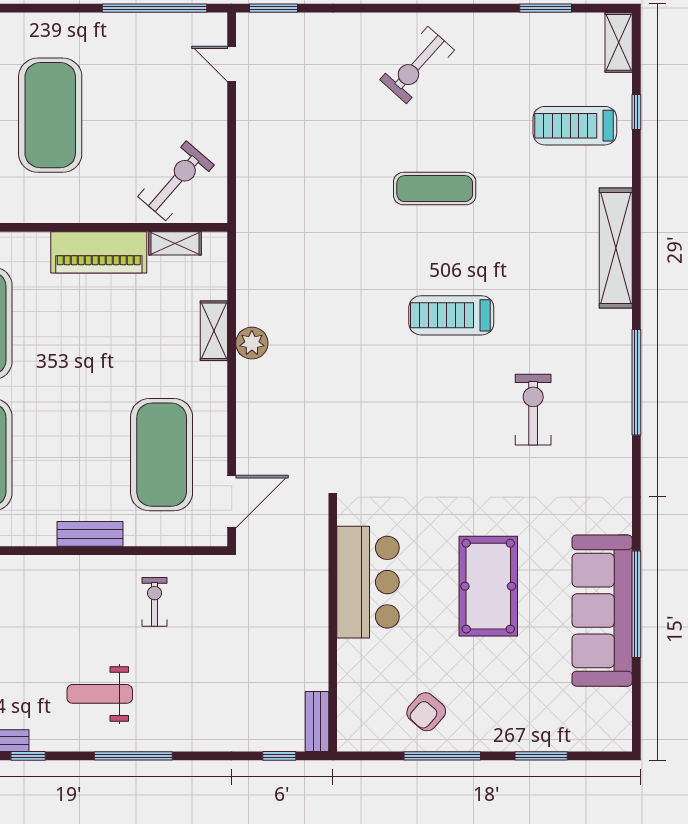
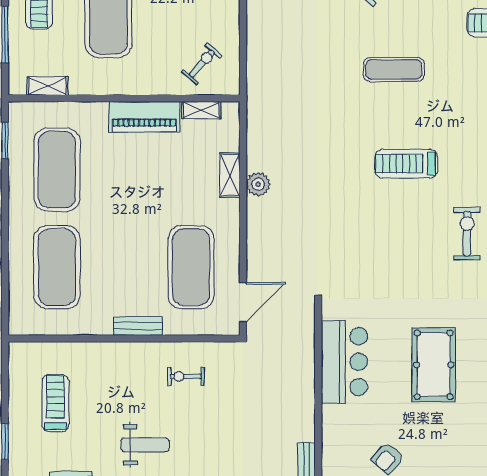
exercise bike: (176, 181) -> (202, 64), width x0.73, depth x0.72
exercise bike: (155, 602) -> (186, 376), turned -90
weight bench: (100, 694) -> (145, 445), turned 180

